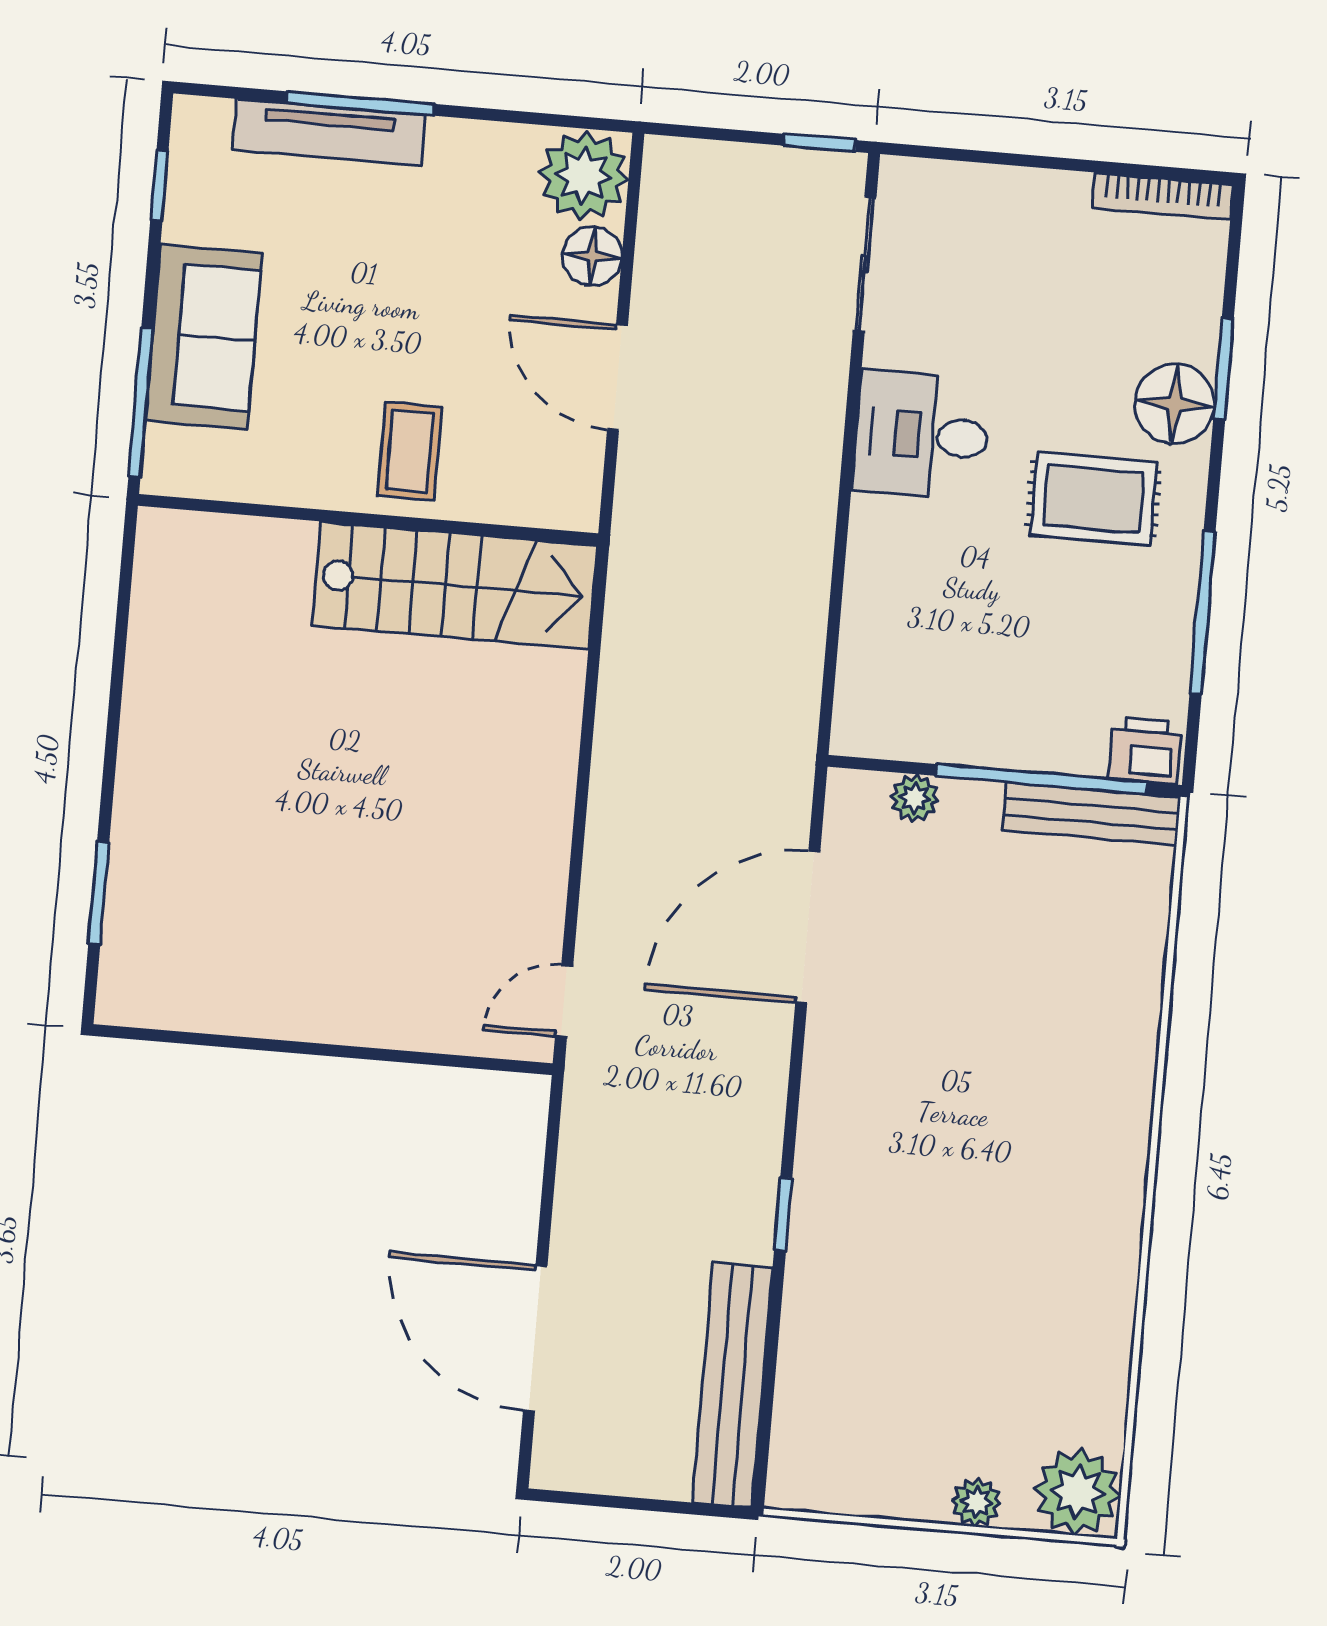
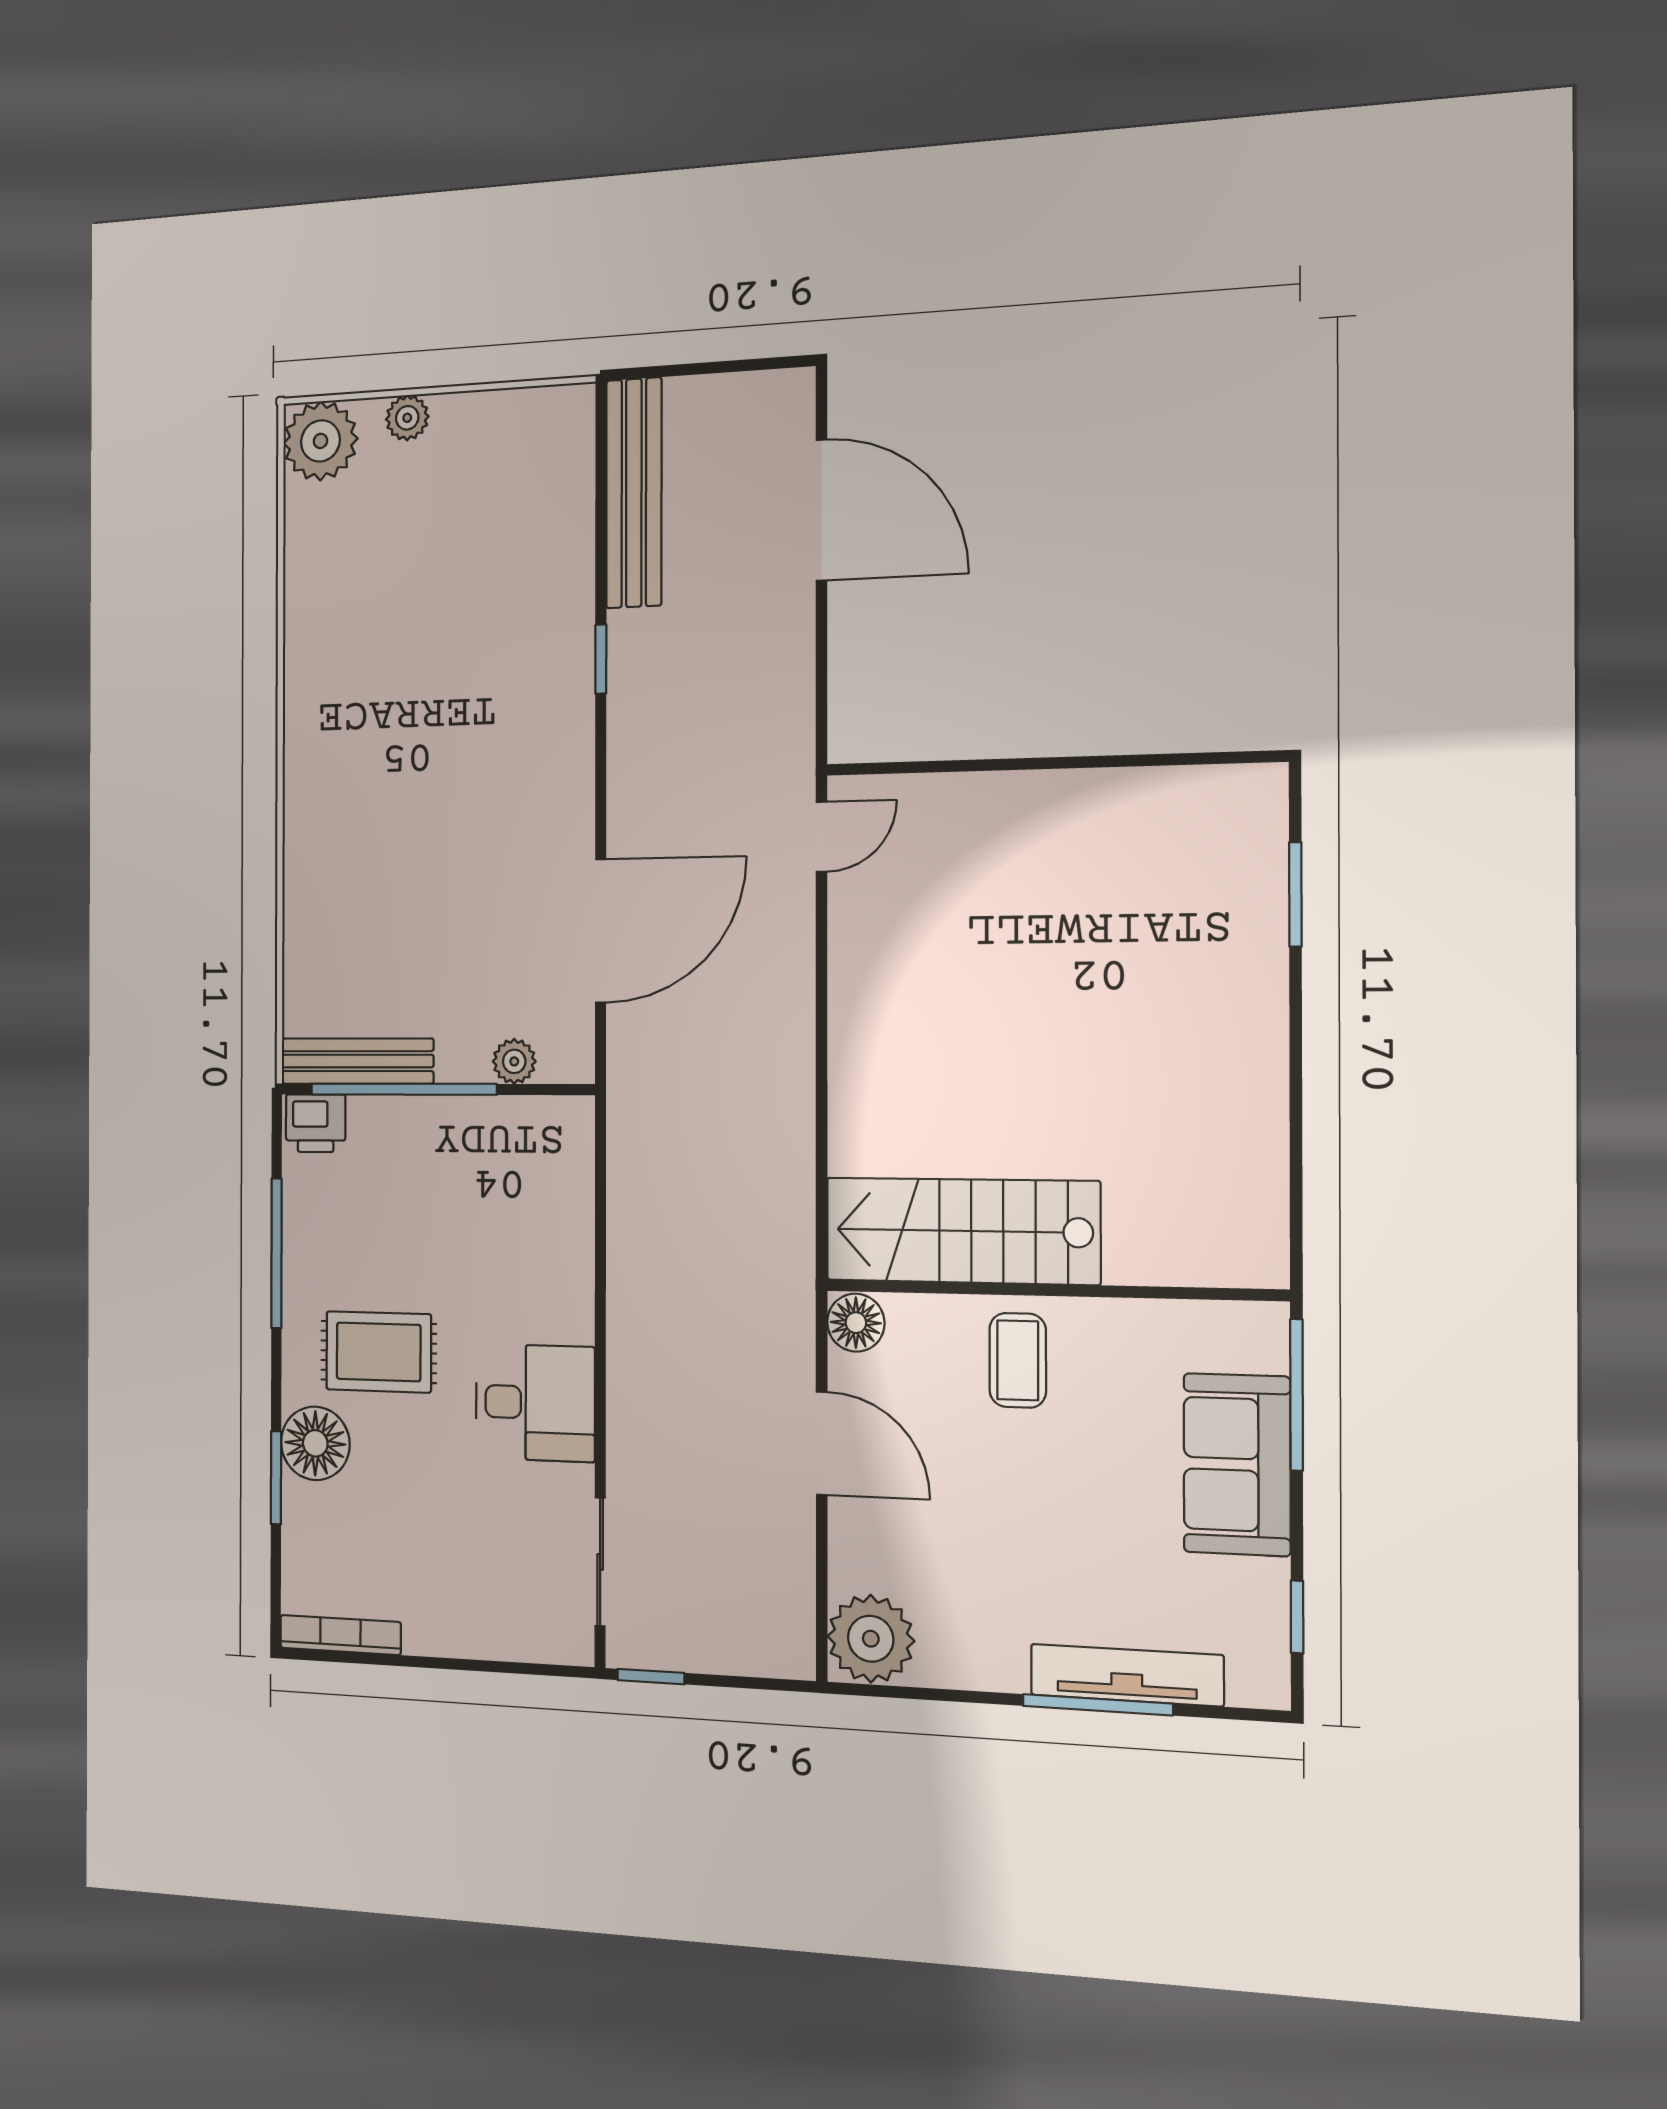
floor lamp: (592, 256) -> (856, 1323), moved

